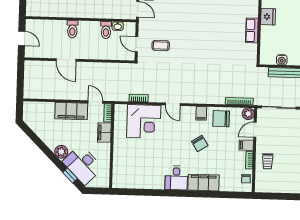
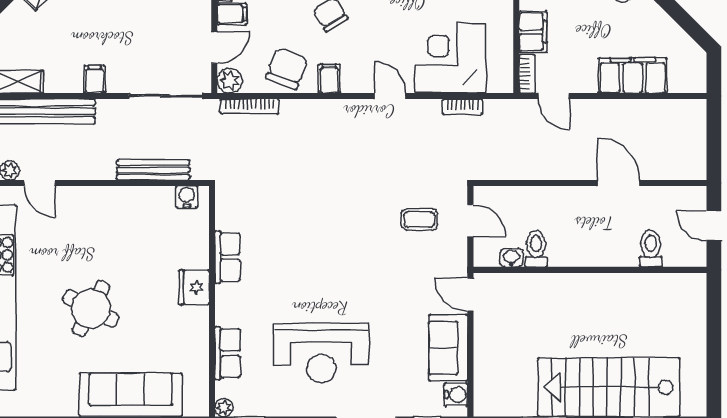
toilet: (72, 29) -> (651, 249), moved
water cooler: (282, 60) -> (187, 197), moved
filing cabinet: (71, 111) -> (633, 75), moved
chair: (221, 119) -> (287, 69), turned -69

